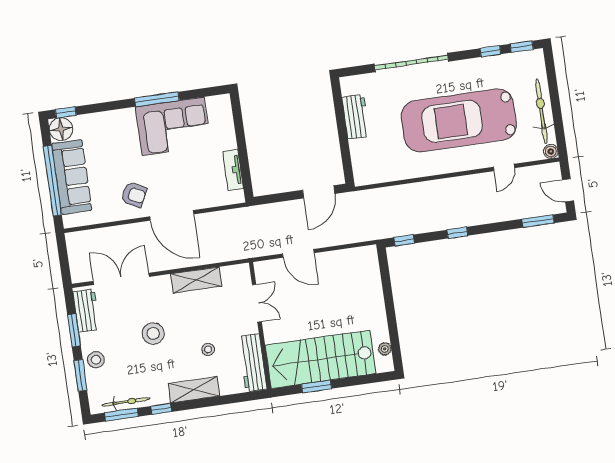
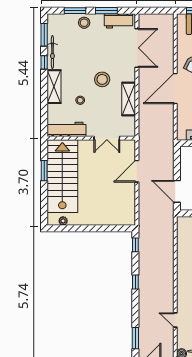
stool: (153, 333) -> (102, 79), moved
bicycle: (126, 402) -> (52, 52), moved

